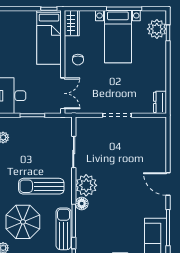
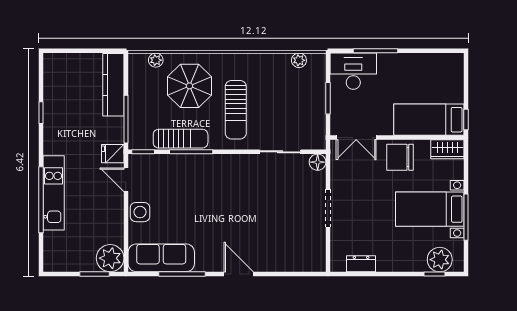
chair: (78, 60) -> (400, 157), width x1.87, depth x1.87
dresser: (160, 102) -> (361, 264), moved
door: (168, 184) -> (239, 274), hinge flipped
plant: (86, 185) -> (237, 168), removed
sun lounger: (41, 186) -> (236, 110), turned 180
floor lamp: (82, 204) -> (318, 162), moved

